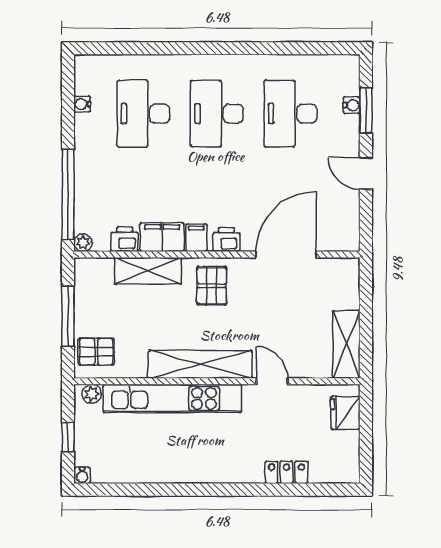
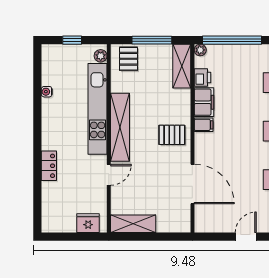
printer: (226, 240) -> (202, 145), removed
shelving: (148, 271) -> (182, 66), moved
locker: (286, 472) -> (49, 166), moved
water cooler: (82, 476) -> (47, 92), moved

